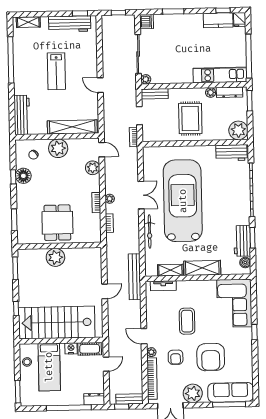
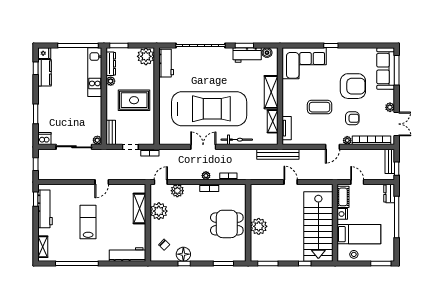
lab bench: (56, 71) -> (88, 222), turned -90
shelving: (72, 127) -> (140, 208), width x0.68
plant: (58, 148) -> (159, 211), moved
car: (183, 201) -> (209, 109), turned 180
plant: (193, 393) -> (390, 107), width x0.53, depth x0.53

